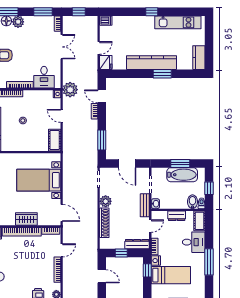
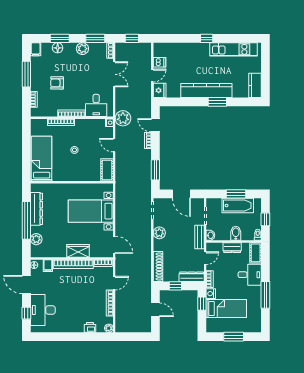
dishwasher: (106, 21) -> (160, 62), moved
plant: (18, 22) -> (82, 49), moved
bidet: (193, 202) -> (236, 233), moved
shoe rack: (104, 223) -> (158, 267), moved

